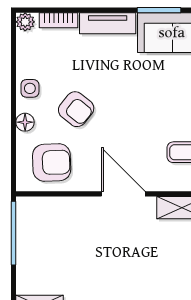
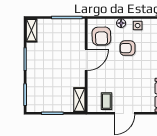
armchair: (76, 109) -> (127, 48), turned 51
door: (123, 194) -> (86, 60), moved

